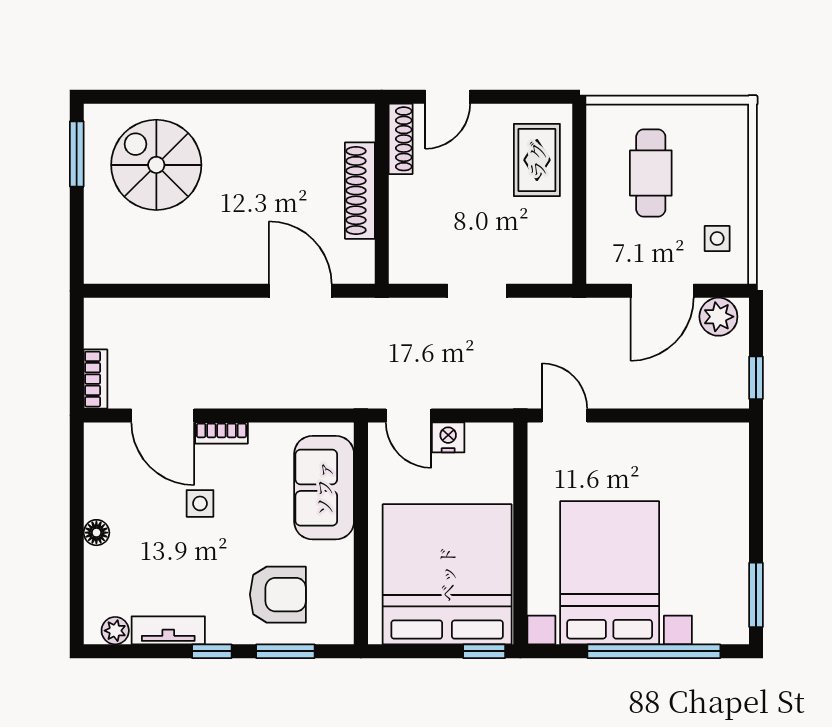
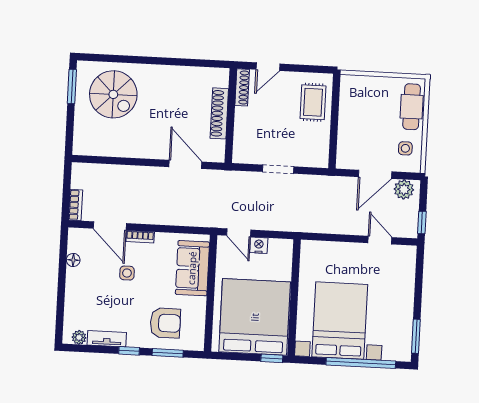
spiral stairs: (156, 165) -> (113, 94), turned 180
cafe table: (651, 173) -> (412, 107), moved
door: (565, 416) -> (380, 240), moved
floor lamp: (96, 533) -> (73, 260), moved

